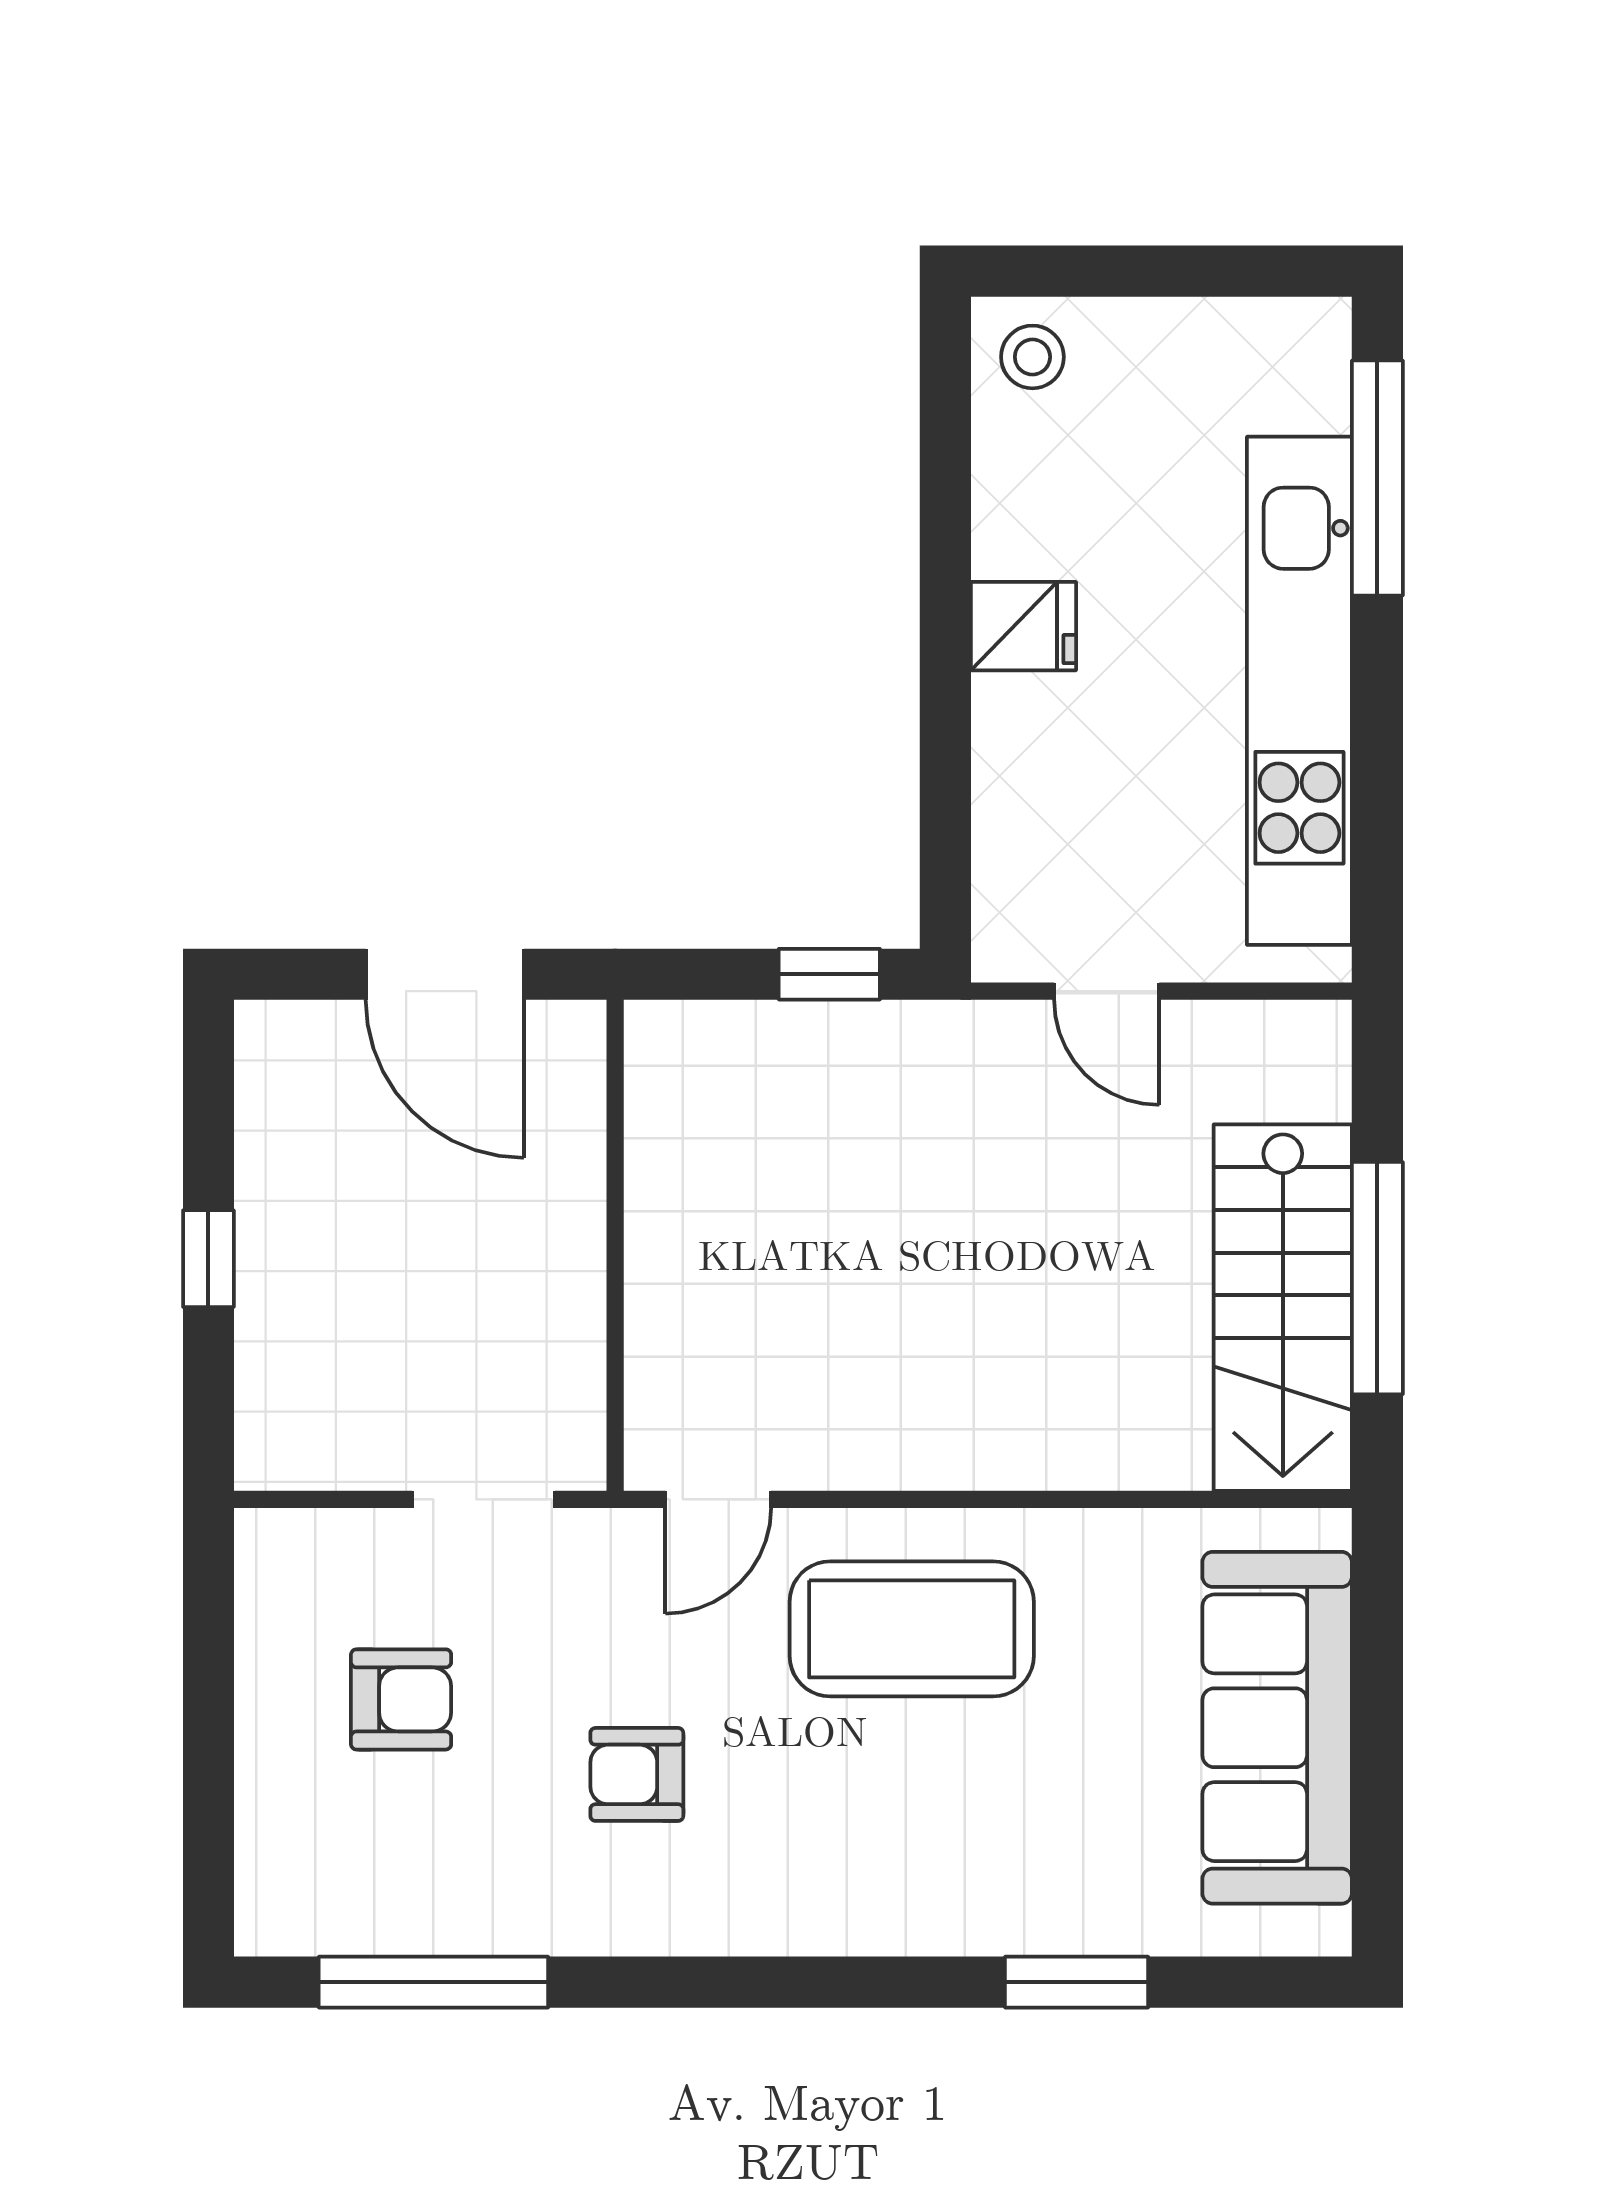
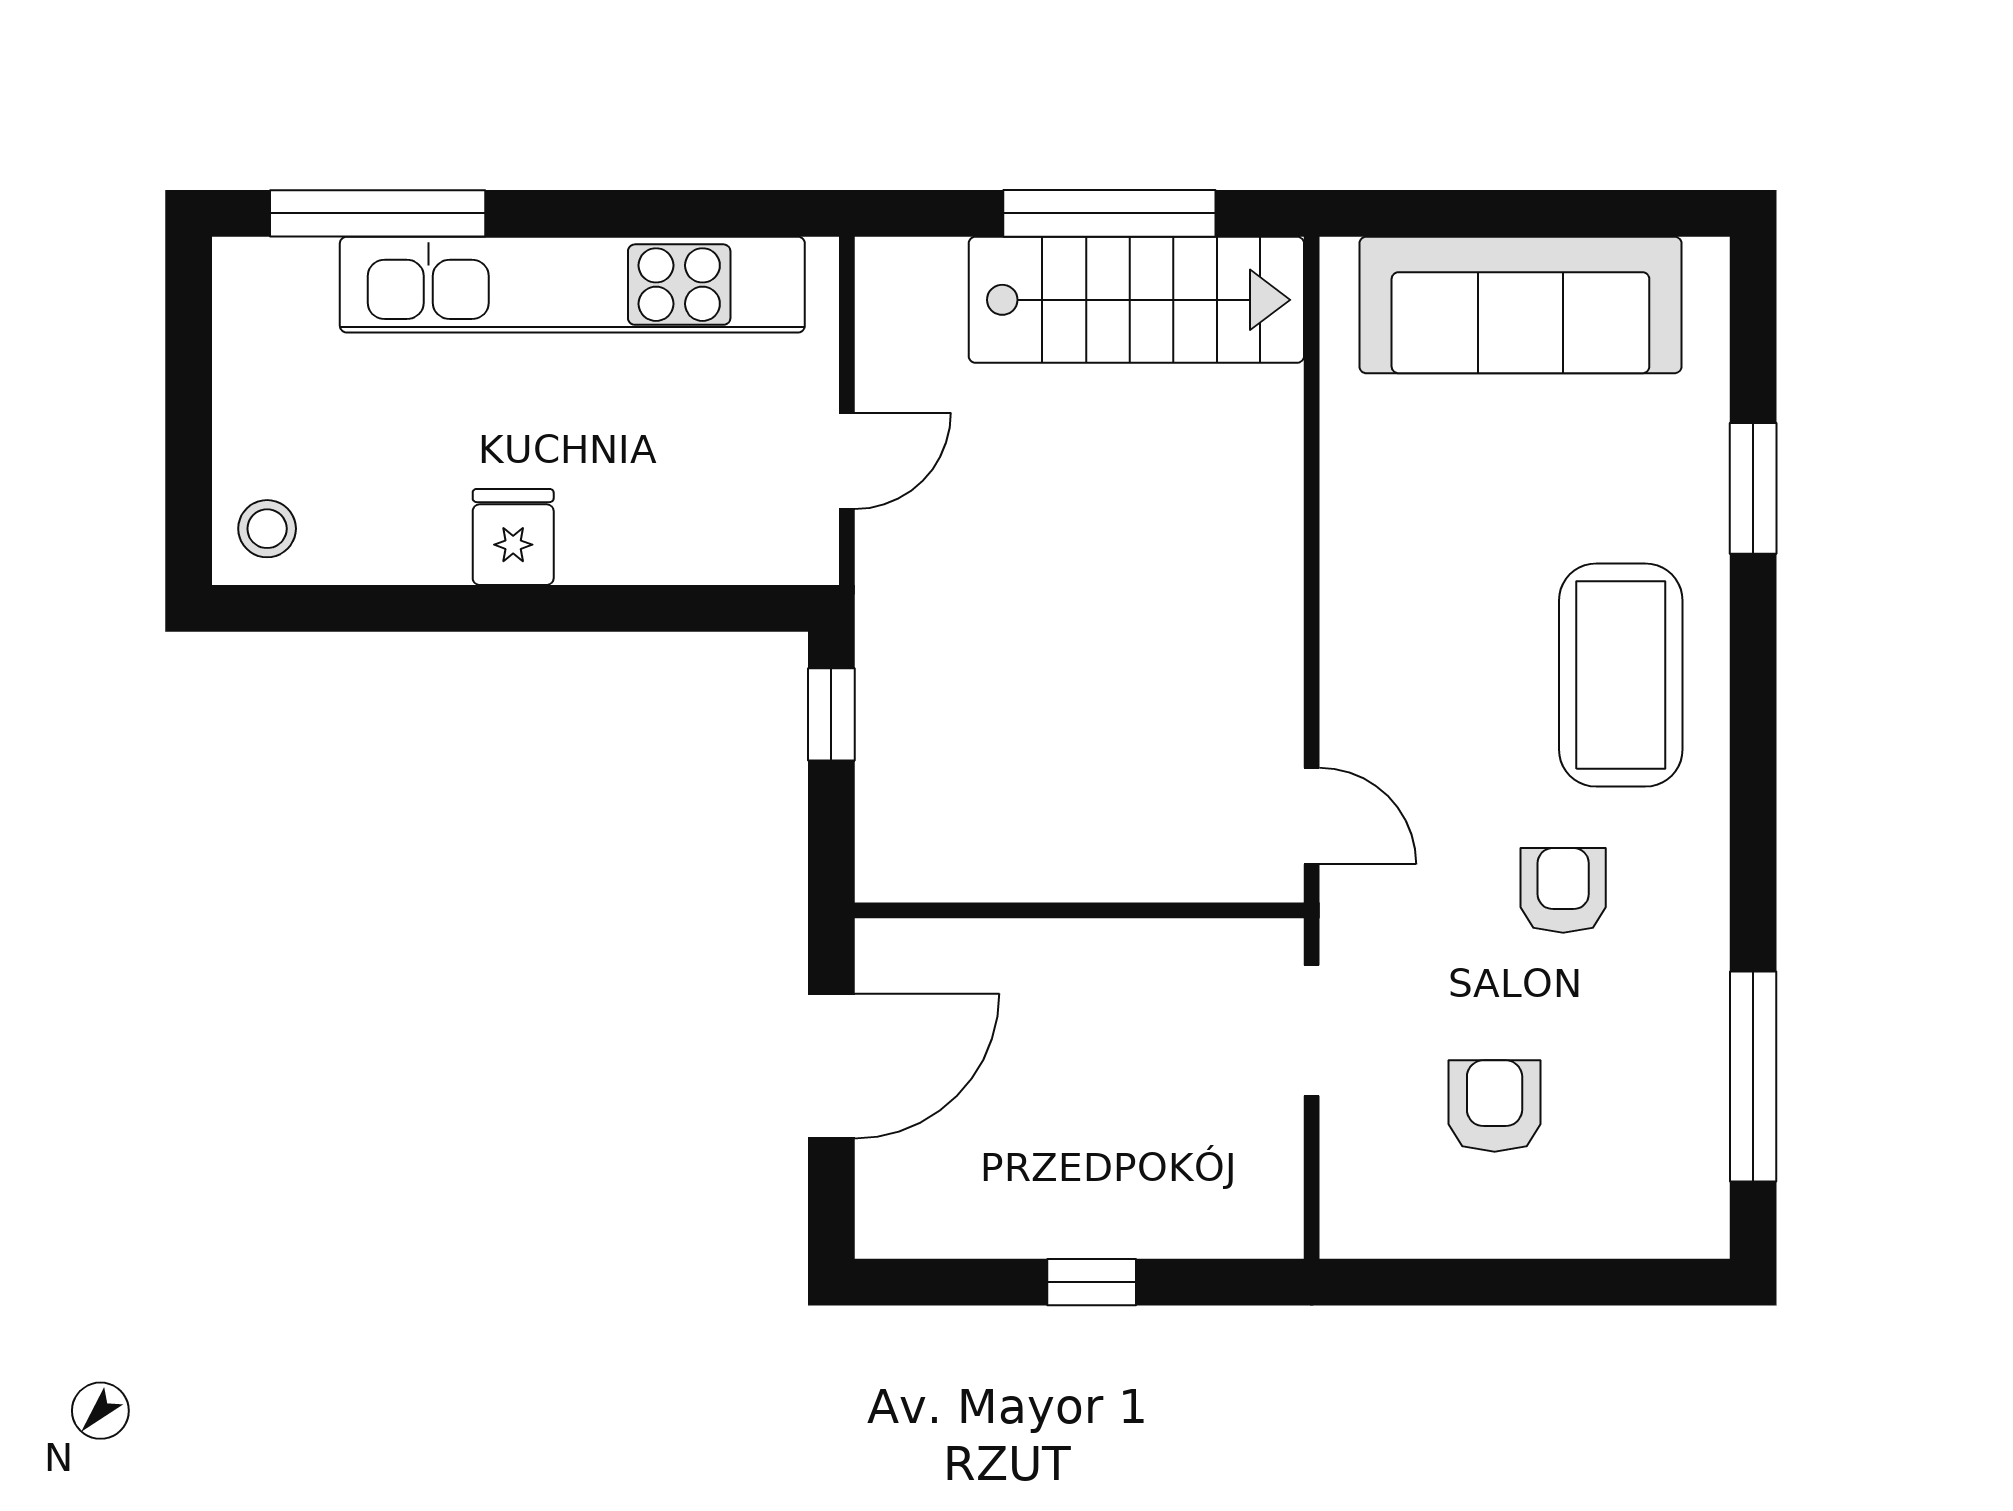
coffee table: (912, 1629) -> (1621, 675), moved
armchair: (637, 1774) -> (1563, 890), turned 180

